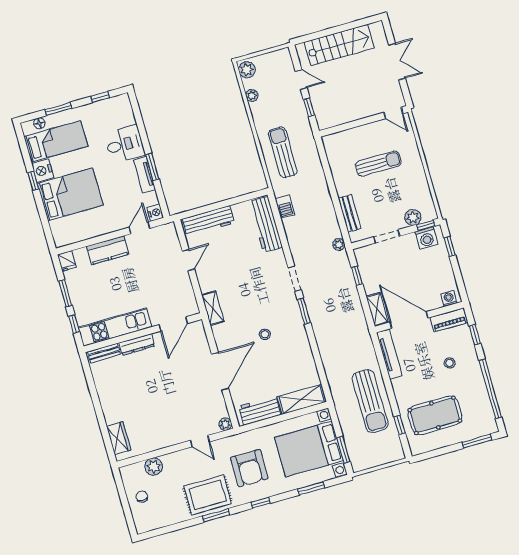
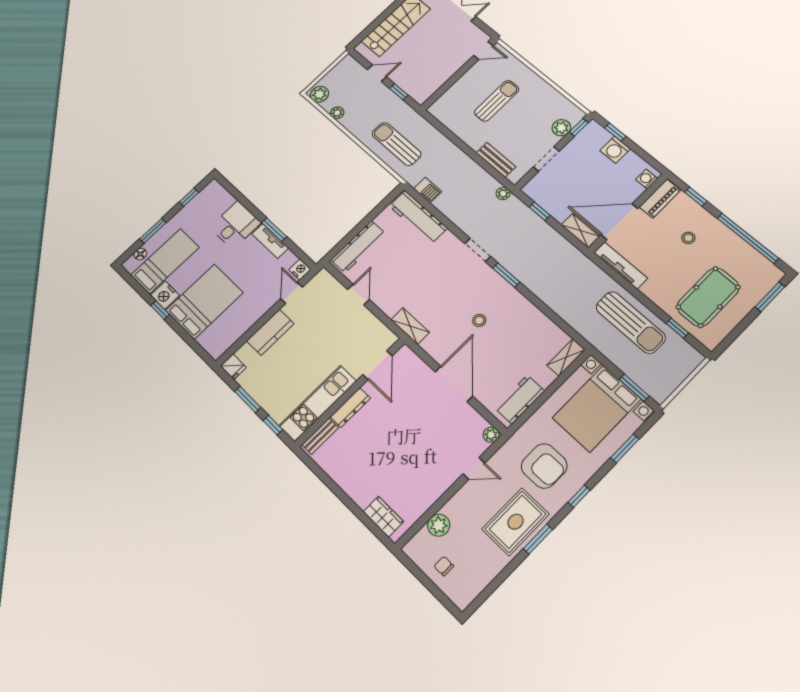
washing machine: (427, 238) -> (615, 150), moved, turned 90
shelving: (302, 399) -> (566, 357), width x0.67, depth x0.75

